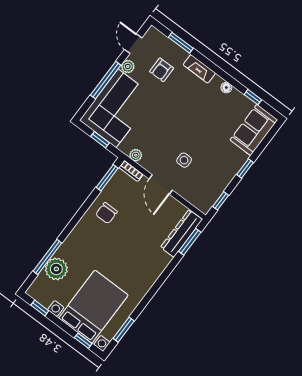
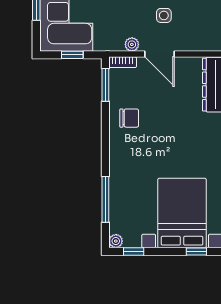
plant: (136, 155) -> (132, 44), moved
chair: (106, 213) -> (129, 118), turned -90
plant: (56, 269) -> (116, 241), moved, width x0.53, depth x0.53

